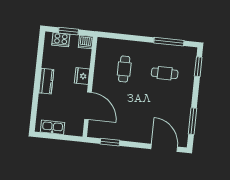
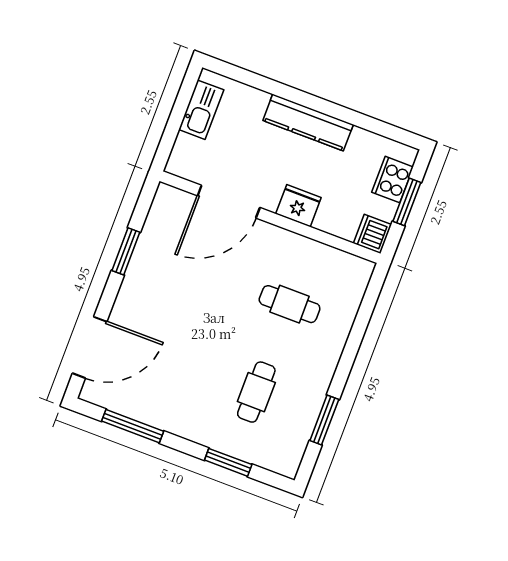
window: (169, 42) -> (324, 420), width x0.69
window: (198, 67) -> (228, 462), moved
kitchen counter: (46, 81) -> (308, 123), width x1.50
window: (110, 142) -> (126, 251), moved

